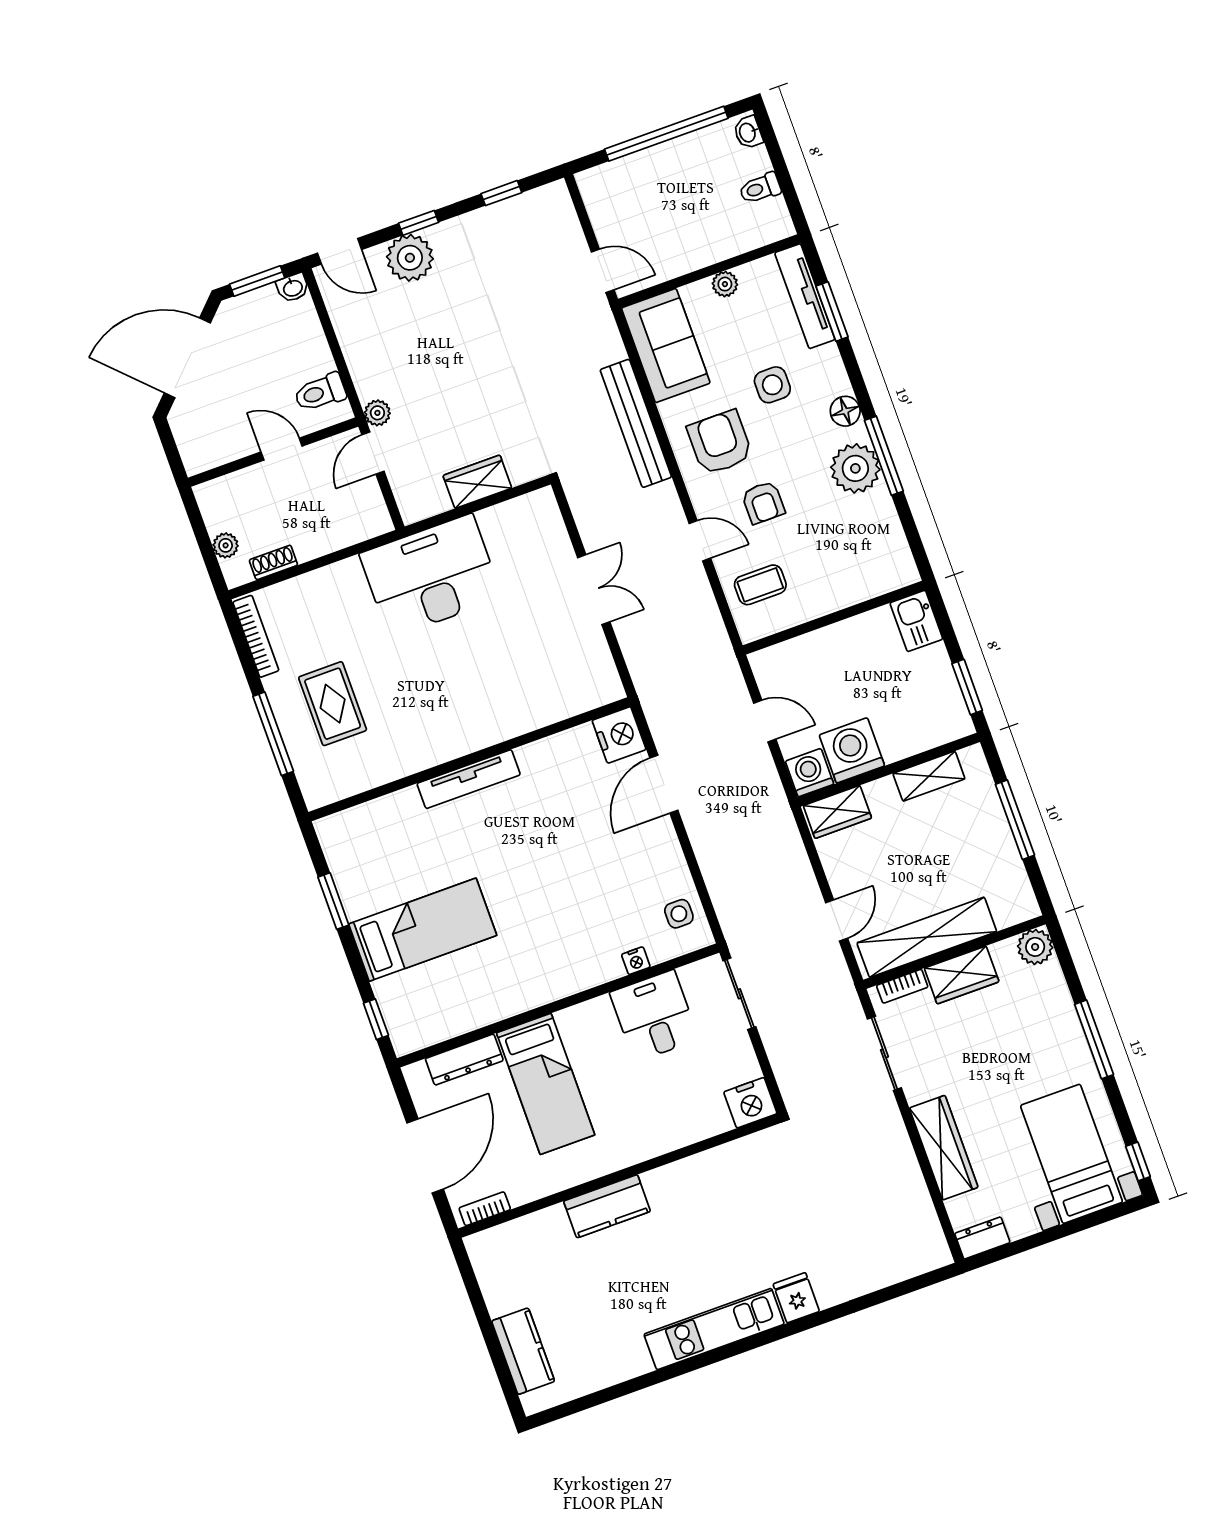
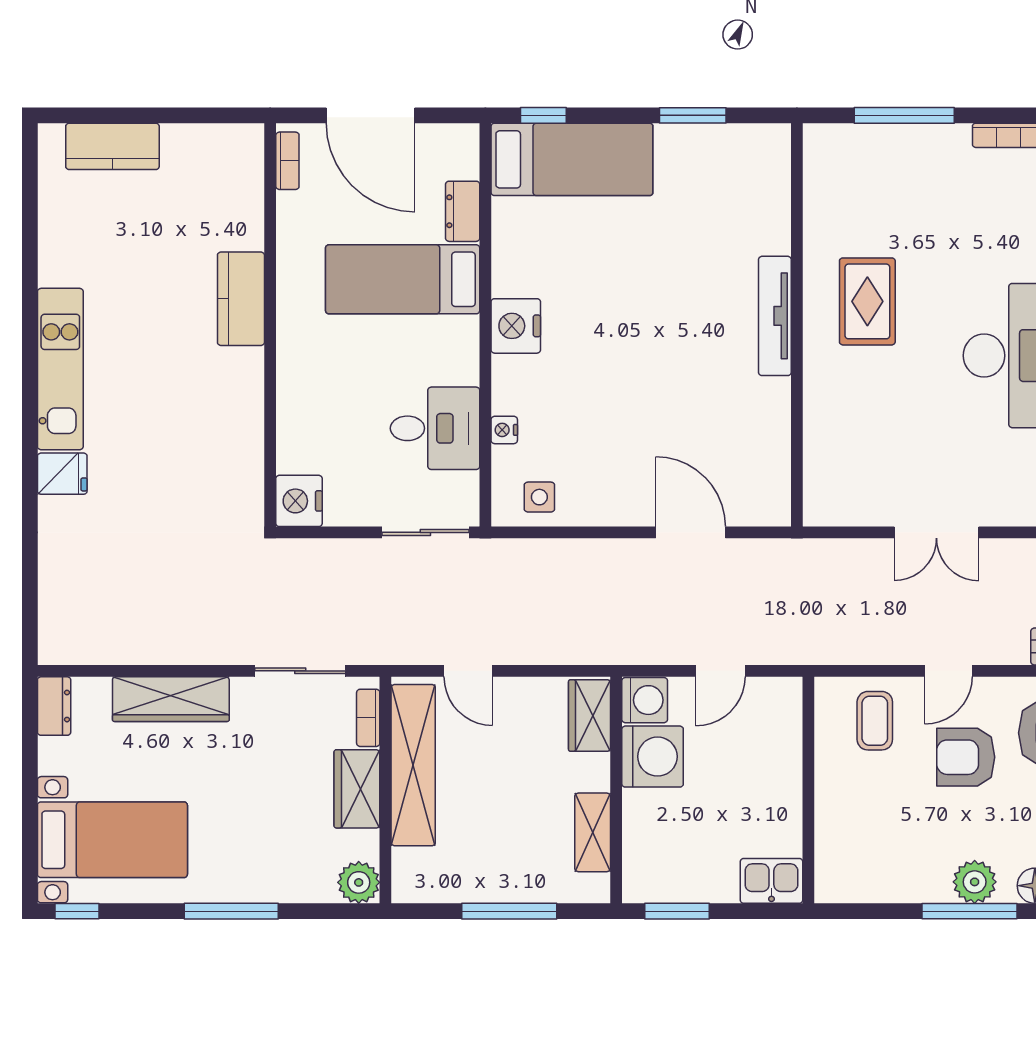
plant: (855, 468) -> (975, 882), width x0.73, depth x0.73
armchair: (763, 502) -> (966, 757), width x1.38, depth x1.38
rug: (333, 704) -> (867, 301), moved, turned 90
nightstand: (619, 735) -> (516, 326), moved, turned 90
bed: (423, 930) -> (572, 159), moved, turned -90
dresser: (464, 1060) -> (463, 211), width x0.70

